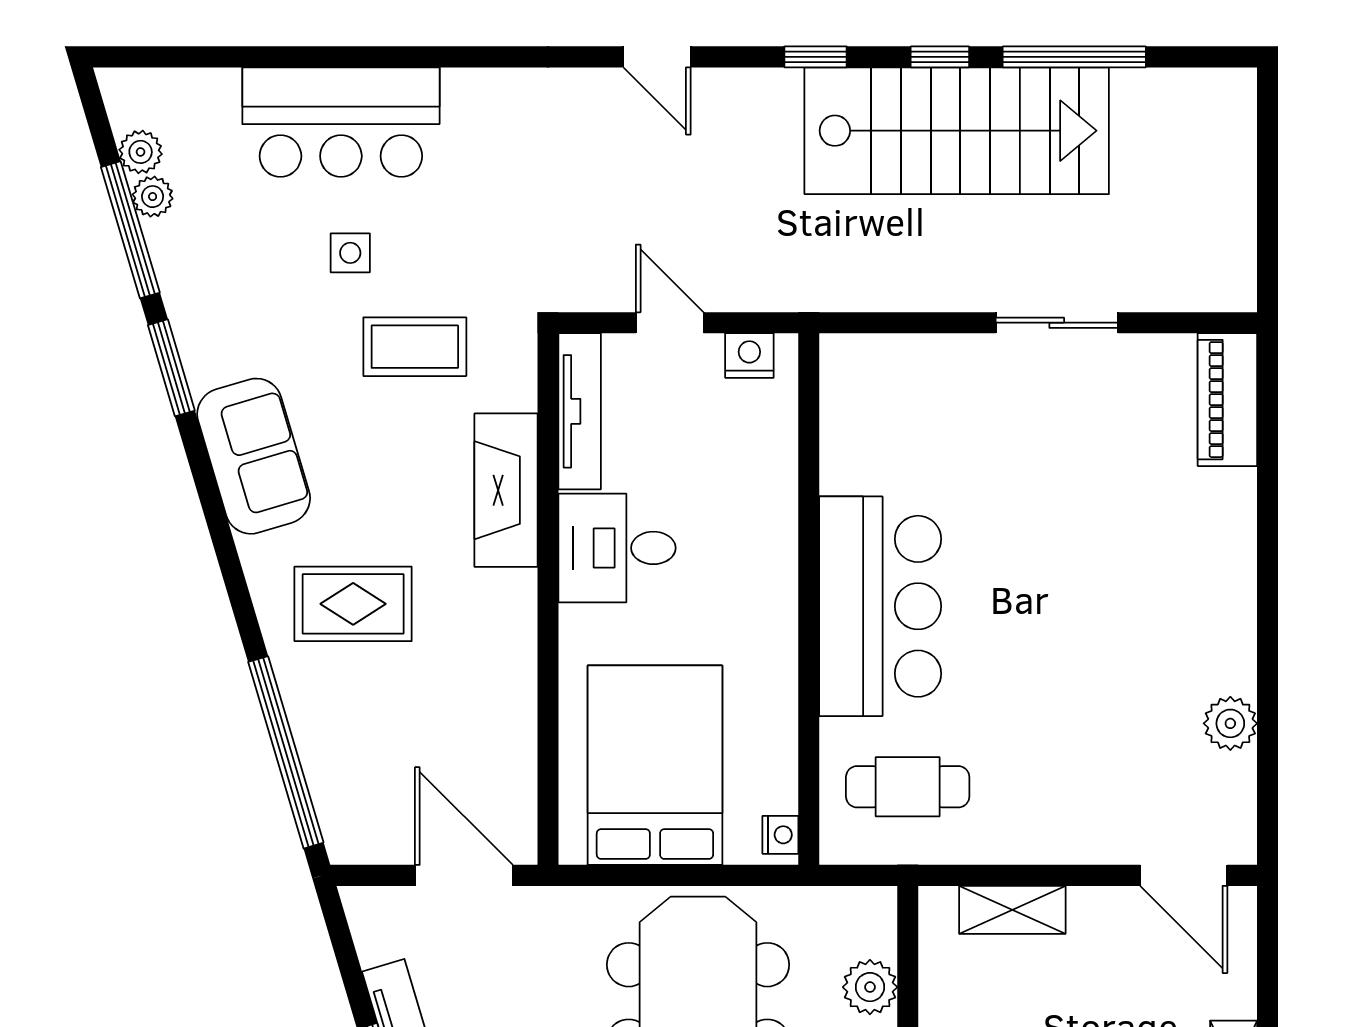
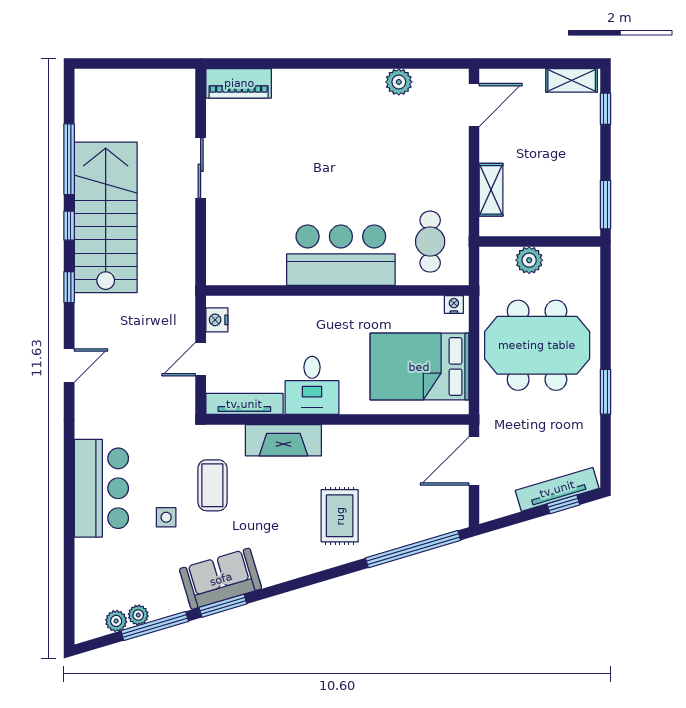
bar counter: (341, 122) -> (101, 488), moved
sofa: (254, 456) -> (221, 579), moved

